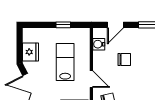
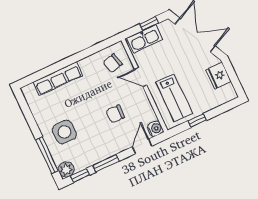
water cooler: (99, 44) -> (155, 129), moved
lab bench: (65, 62) -> (174, 98), moved

